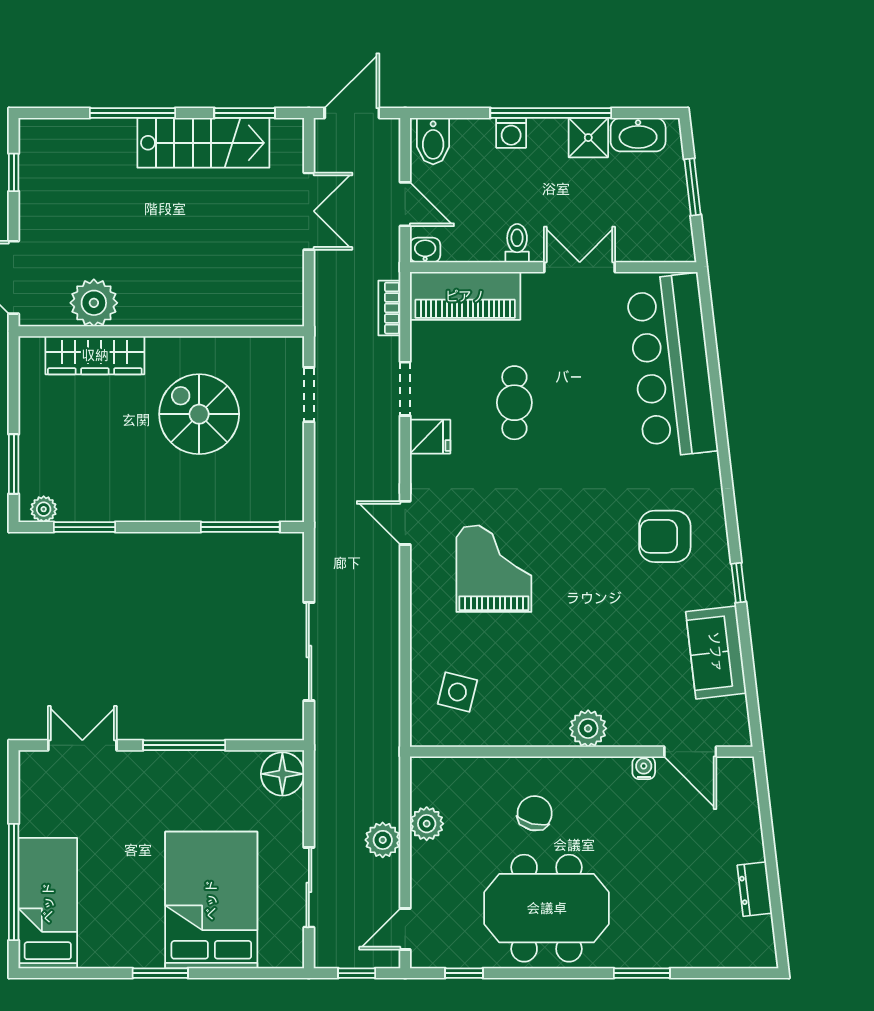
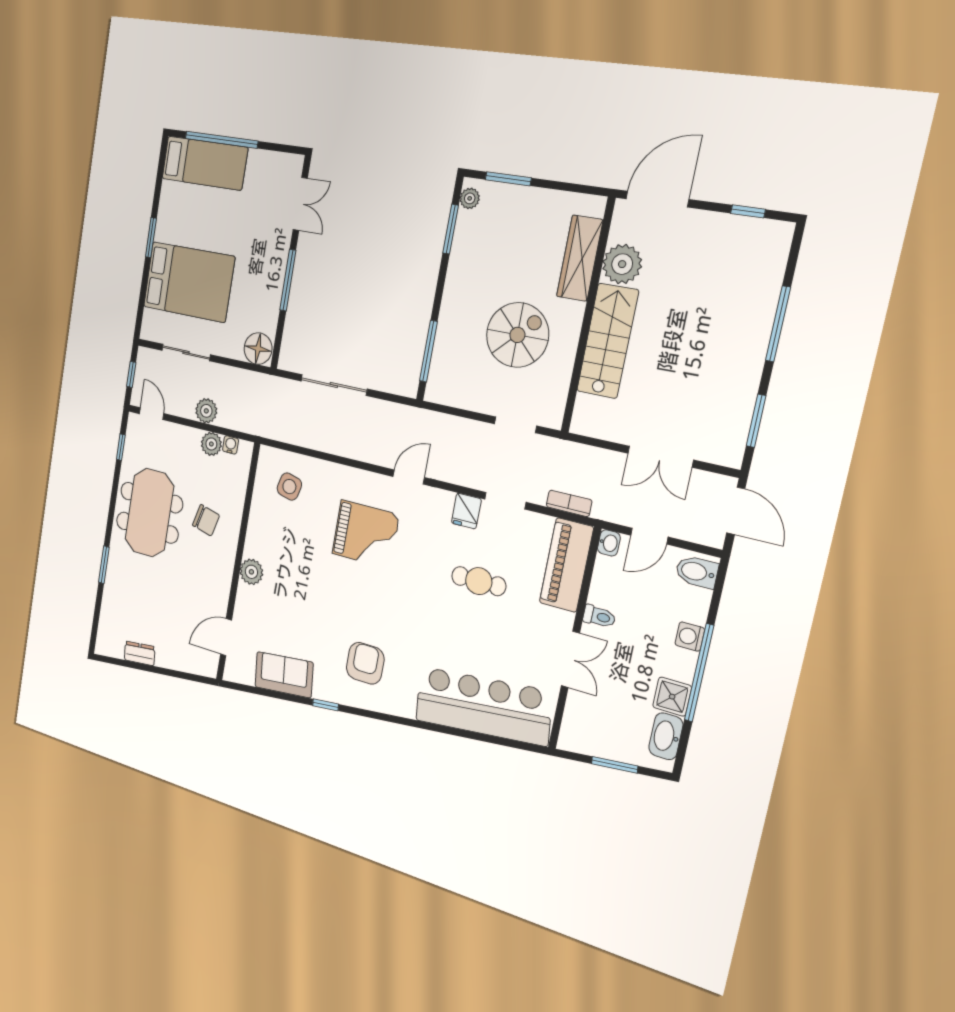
stairs: (203, 143) -> (608, 341), moved, turned 180
water cooler: (644, 768) -> (231, 445), moved, turned -90

